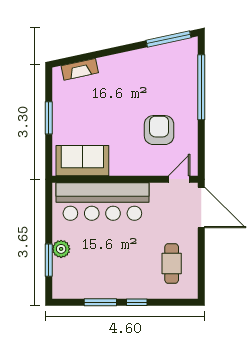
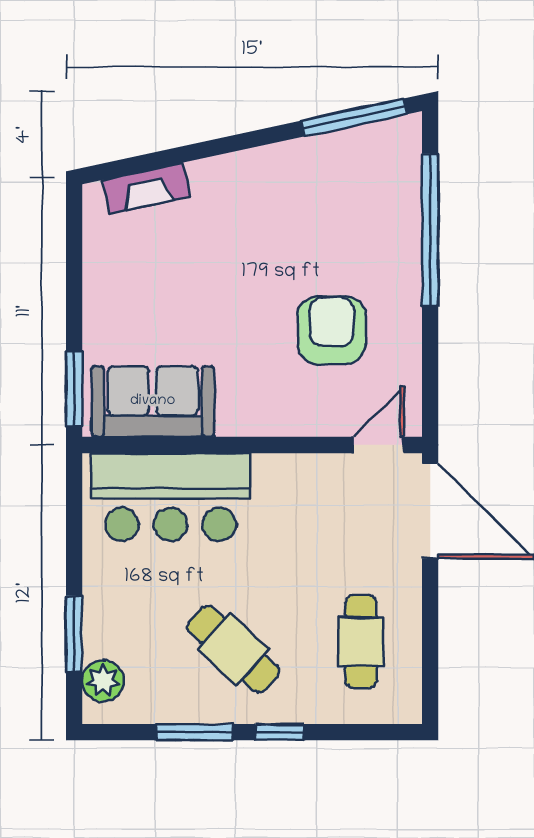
window: (49, 118) -> (74, 389), moved
bar counter: (102, 202) -> (171, 497), width x0.73
plant: (61, 249) -> (103, 681), moved
cafe table: (117, 267) -> (233, 649), added

